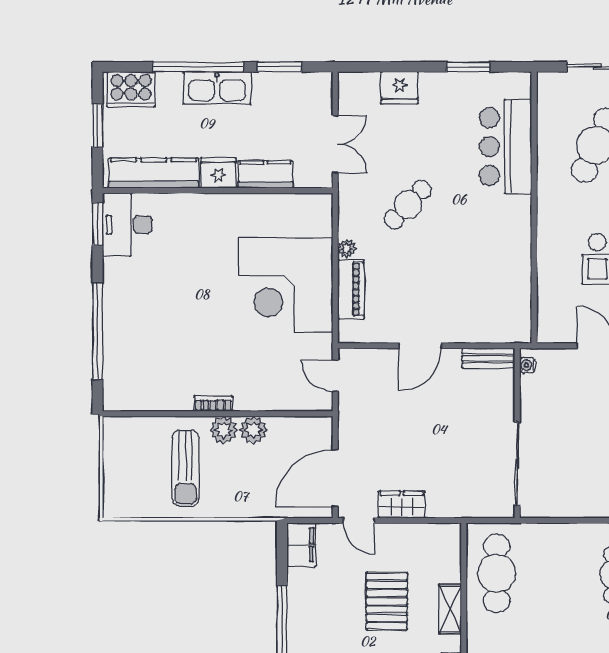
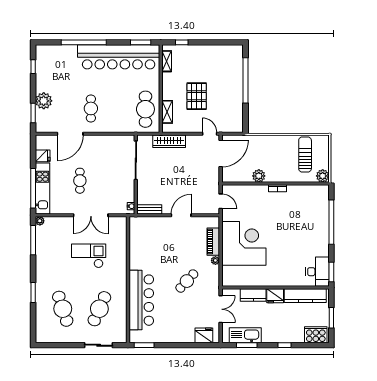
window: (198, 67) -> (285, 345), width x0.32
window: (468, 67) -> (144, 345), moved
kitchen sink: (217, 88) -> (245, 335), moved
fridge: (400, 88) -> (204, 335), moved
double door: (335, 144) -> (221, 309), swing flipped
bar counter: (506, 147) -> (141, 300), width x1.36
plant: (224, 430) -> (323, 176), moved
sun lounger: (186, 468) -> (305, 154), moved
wardrobe: (402, 505) -> (169, 141), moved, width x1.50
filing cabinet: (301, 545) -> (236, 122), removed
shelving: (450, 609) -> (167, 112), moved

